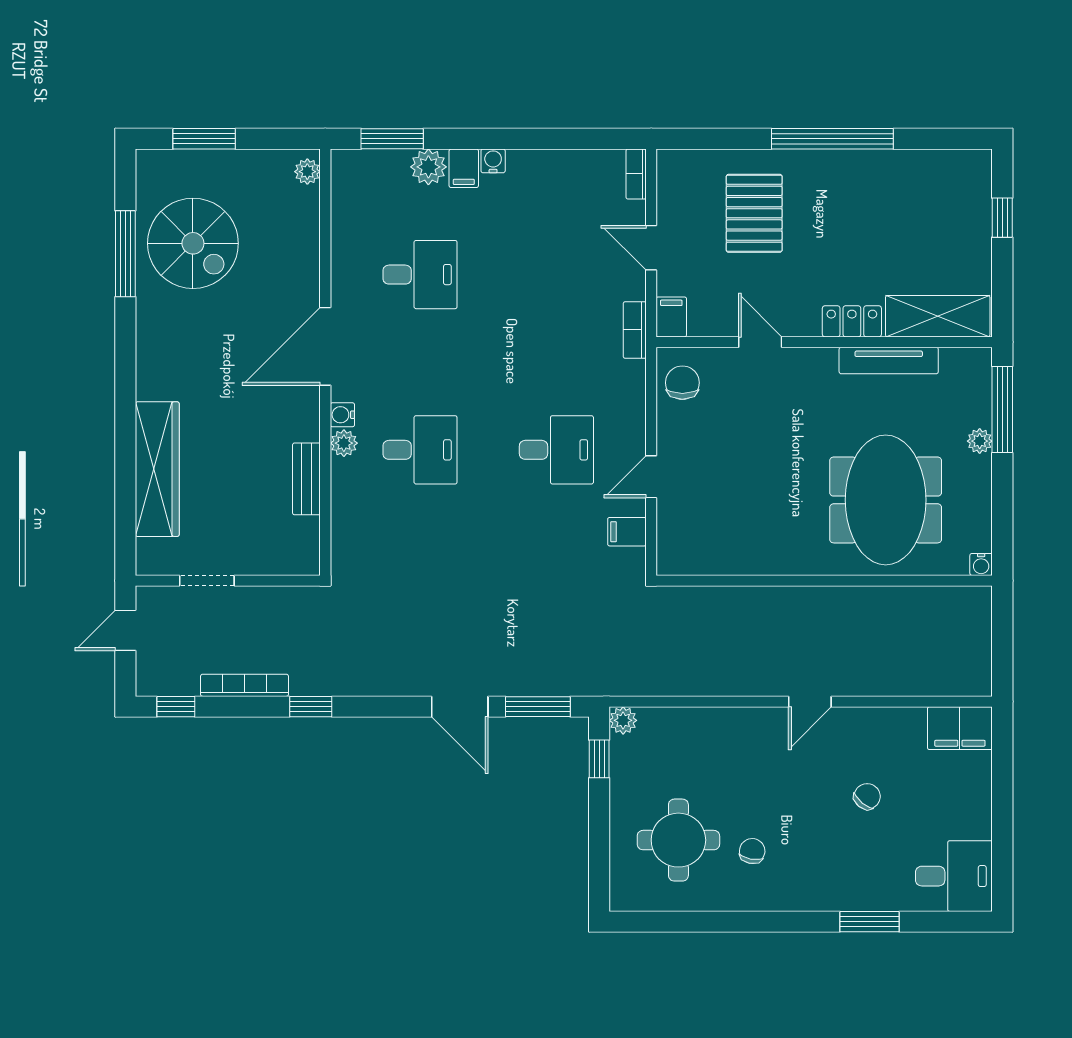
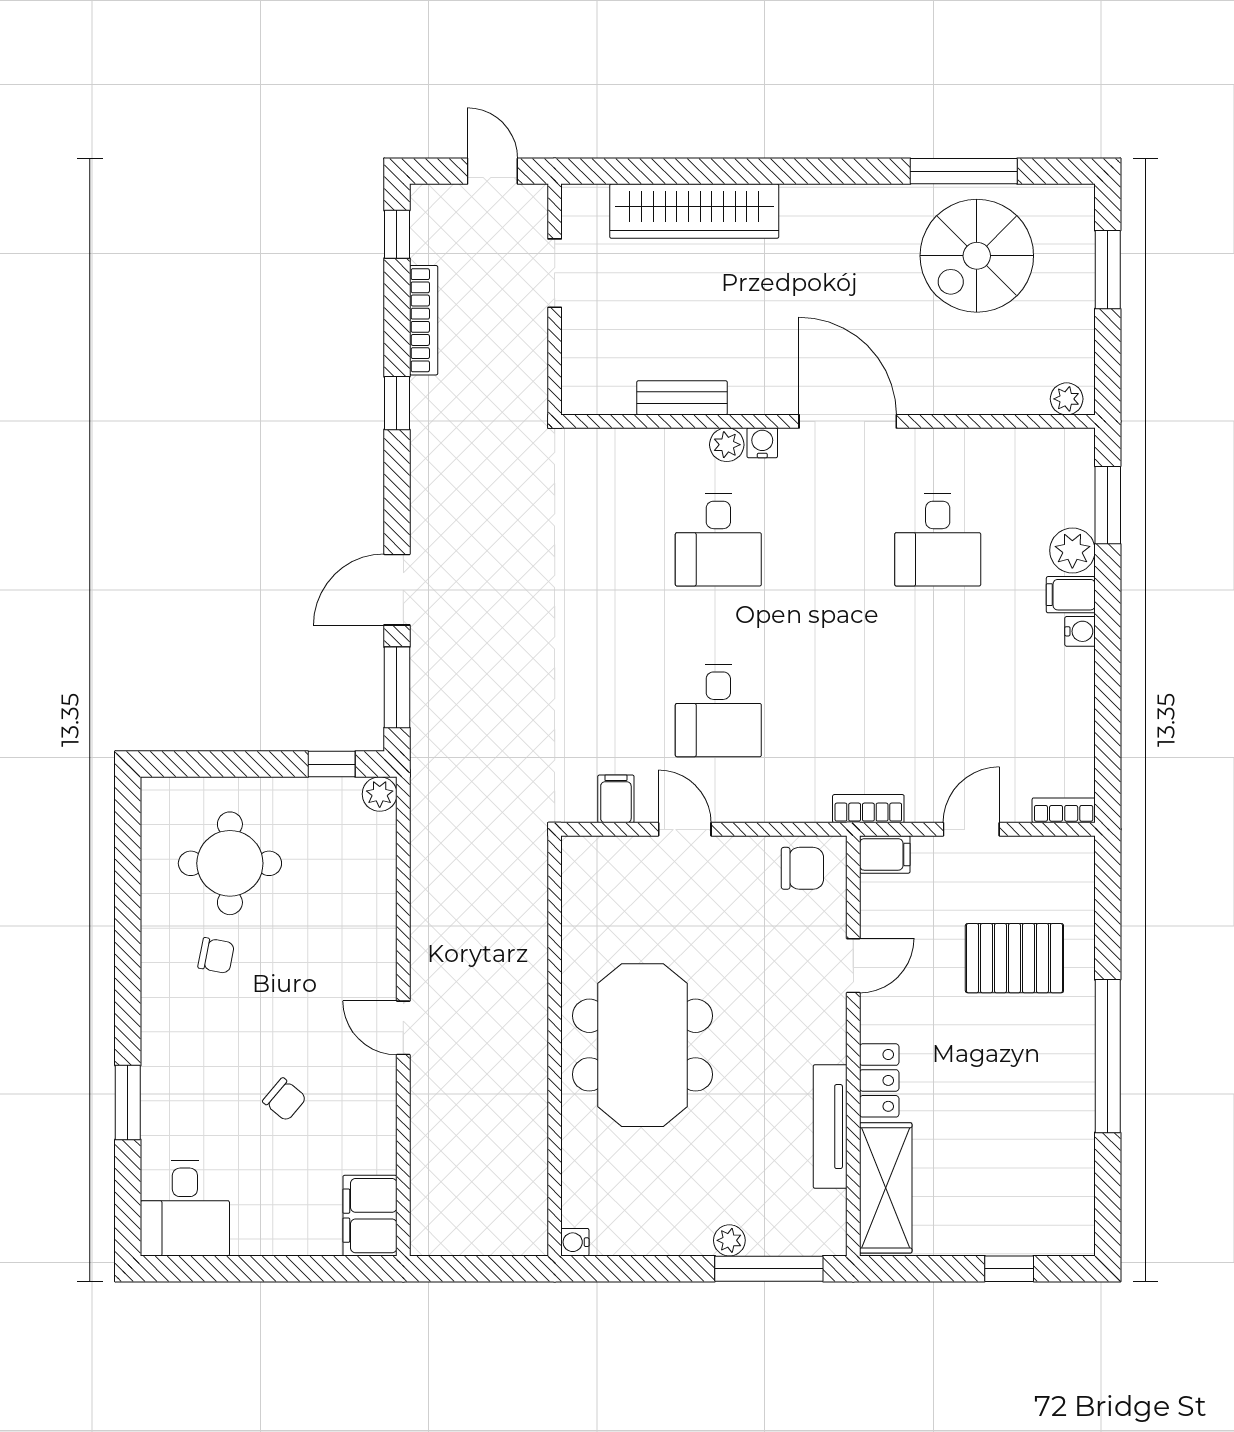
meeting table: (886, 500) -> (642, 1045), moved, turned 90

